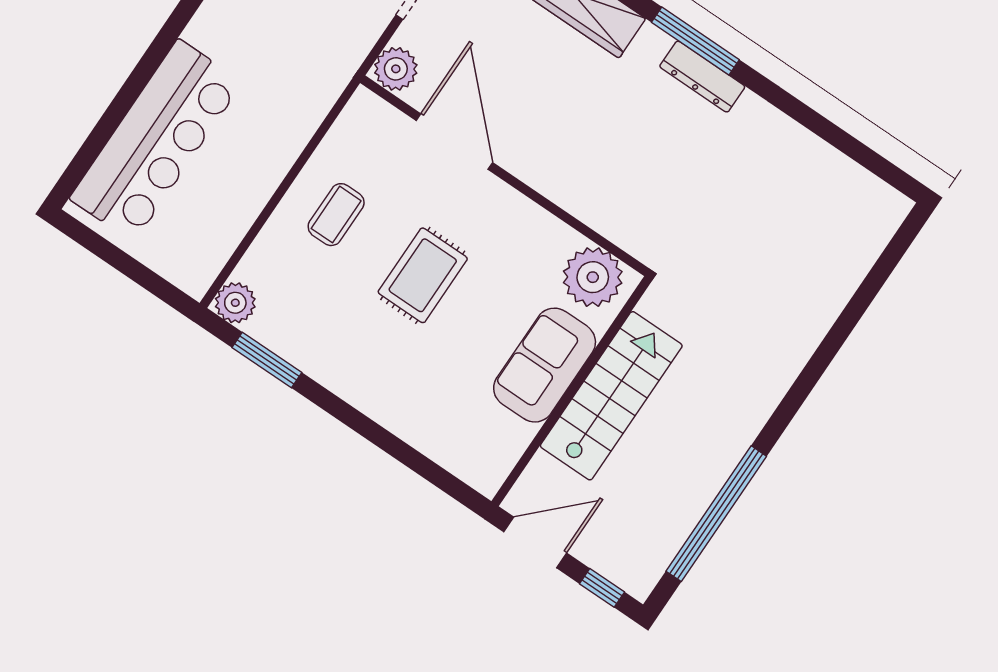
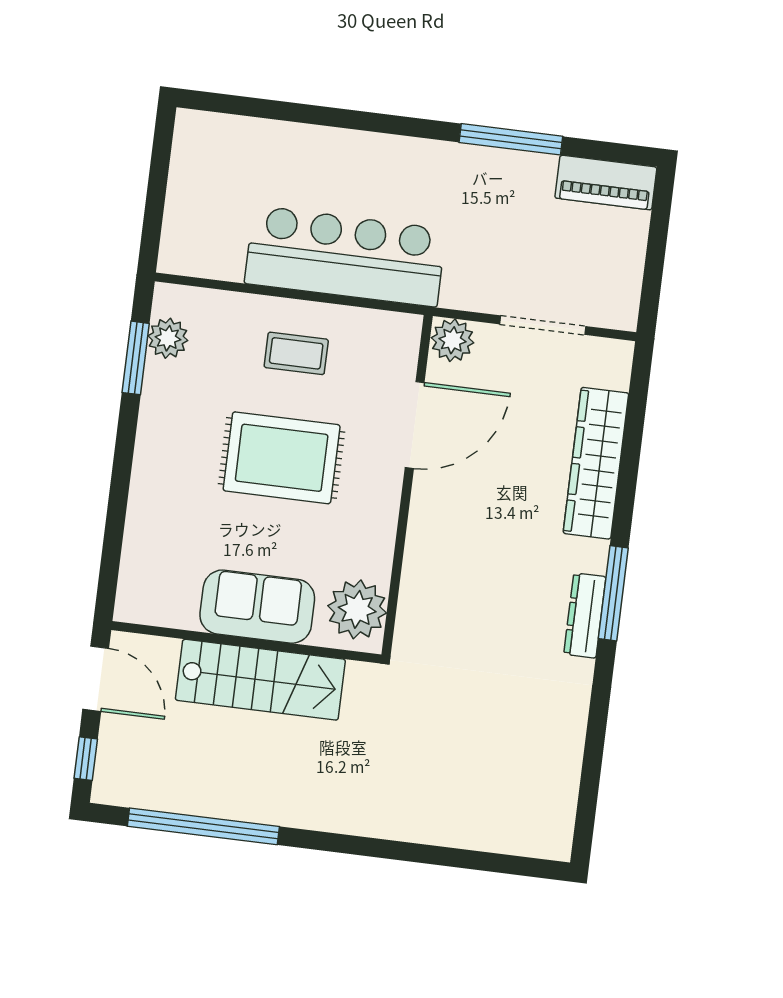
bar counter: (156, 140) -> (345, 256), moved, turned 180
rug: (423, 275) -> (282, 458), width x1.36, depth x1.43
plant: (235, 303) -> (168, 338), moved

